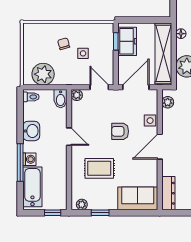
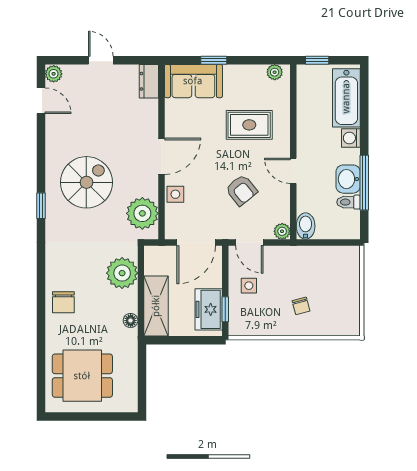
side table: (83, 53) -> (249, 286), moved
shelving: (163, 53) -> (156, 306), width x0.68
plant: (43, 74) -> (331, 262), removed
toilet: (31, 97) -> (349, 202), moved
plant: (168, 102) -> (142, 213), width x1.88, depth x1.88
armchair: (120, 131) -> (241, 190), moved, turned 51
window: (20, 163) -> (364, 183), moved
dresser: (168, 193) -> (149, 81), width x0.70
window: (100, 213) -> (214, 60), moved

